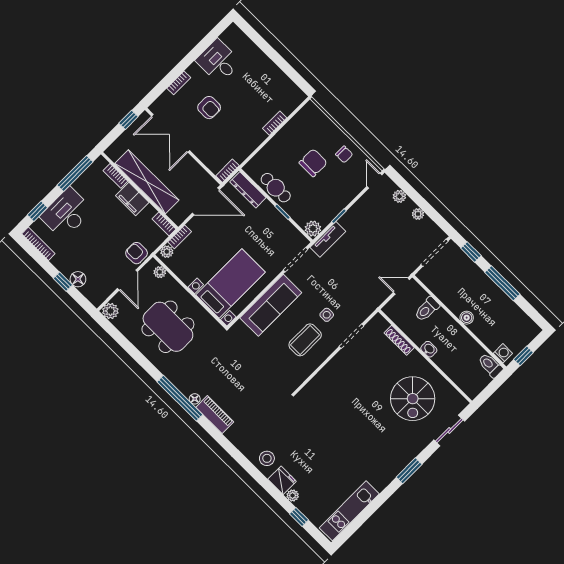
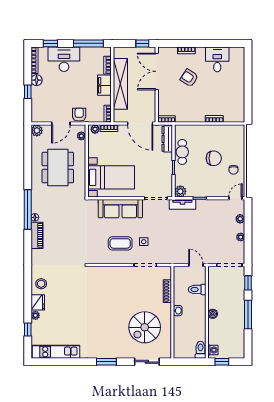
armchair: (209, 108) -> (189, 78), turned 123
floor lamp: (78, 279) -> (37, 80), moved

